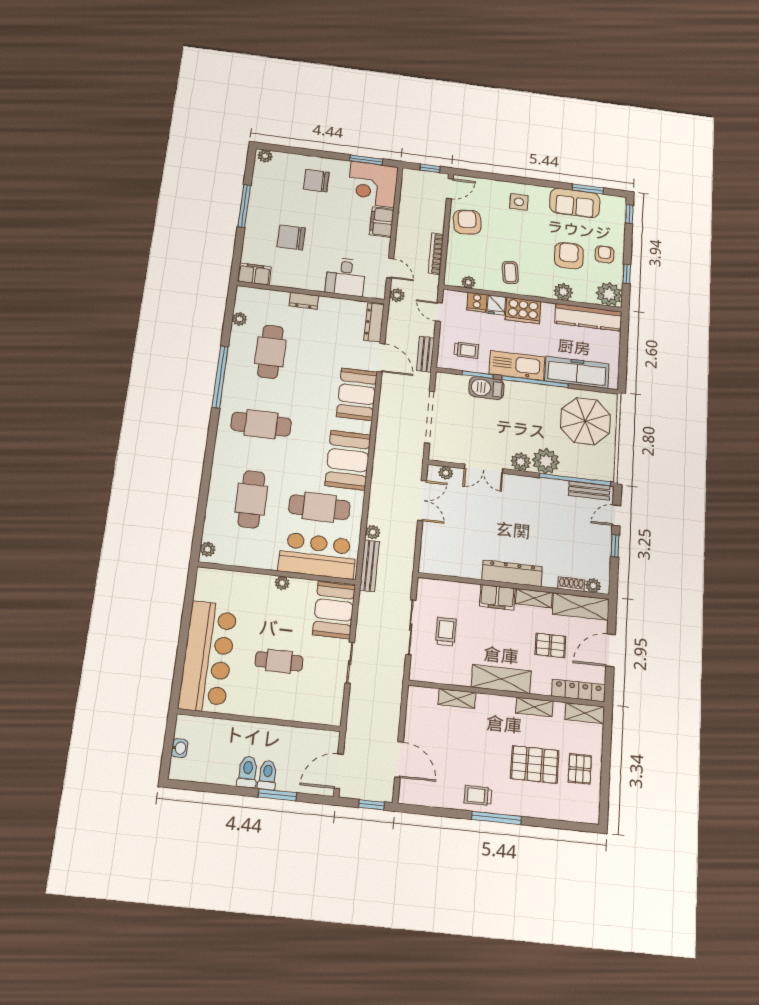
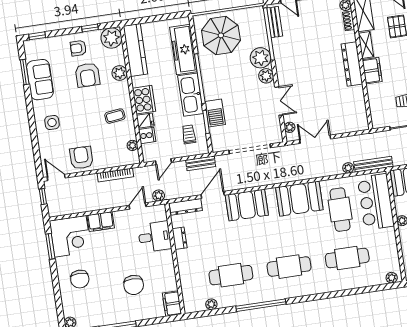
armchair: (467, 222) -> (81, 158), turned 97
armchair: (569, 256) -> (87, 75), turned -88
dresser: (304, 301) -> (180, 238), moved
cafe table: (261, 424) -> (289, 267), turned 90

